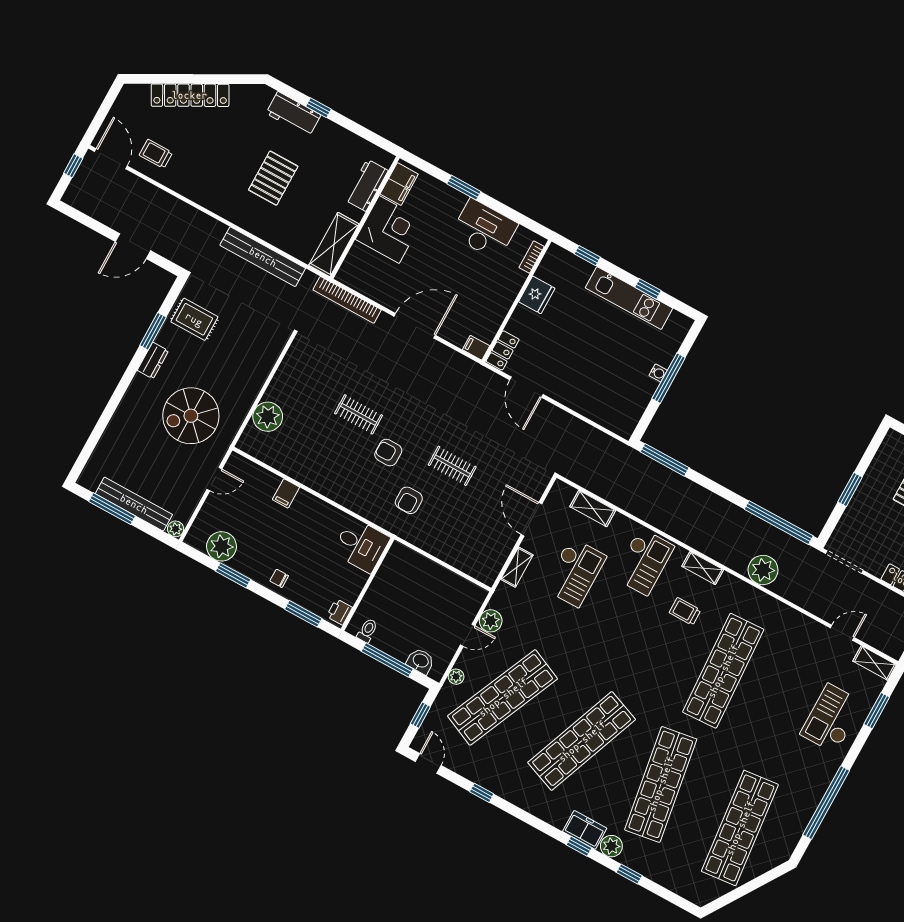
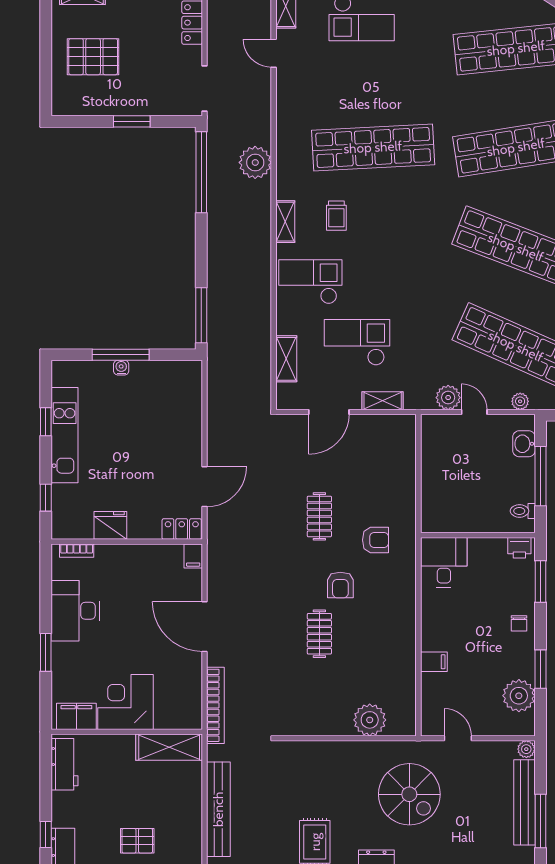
pallet: (273, 178) -> (137, 841), width x0.67, depth x0.71
workbench: (366, 185) -> (64, 764), moved, turned -90

